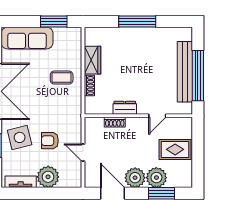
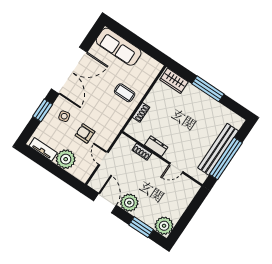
window: (54, 21) -> (146, 48), removed
wardrobe: (92, 60) -> (174, 81), moved, turned 90
side table: (20, 137) -> (64, 116), width x0.54, depth x0.54
rug: (175, 149) -> (173, 202), removed
plant: (156, 178) -> (164, 226), moved

